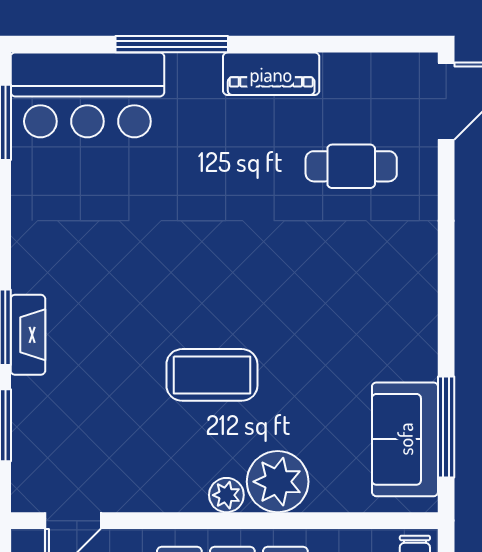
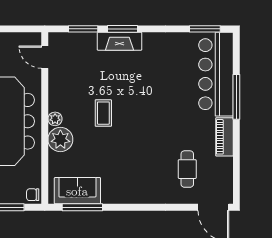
bar counter: (87, 95) -> (216, 74), width x1.36
fireplace: (28, 335) -> (119, 41), width x1.37, depth x1.32
coffee table: (212, 375) -> (103, 113), width x0.73, depth x0.77

